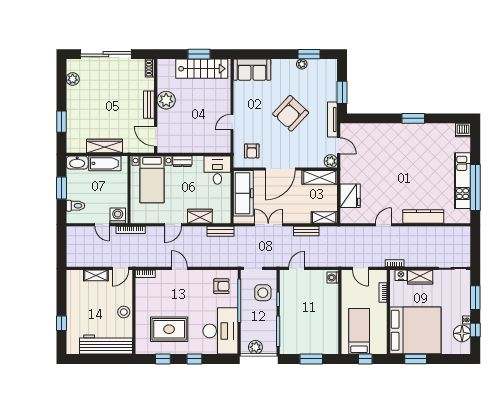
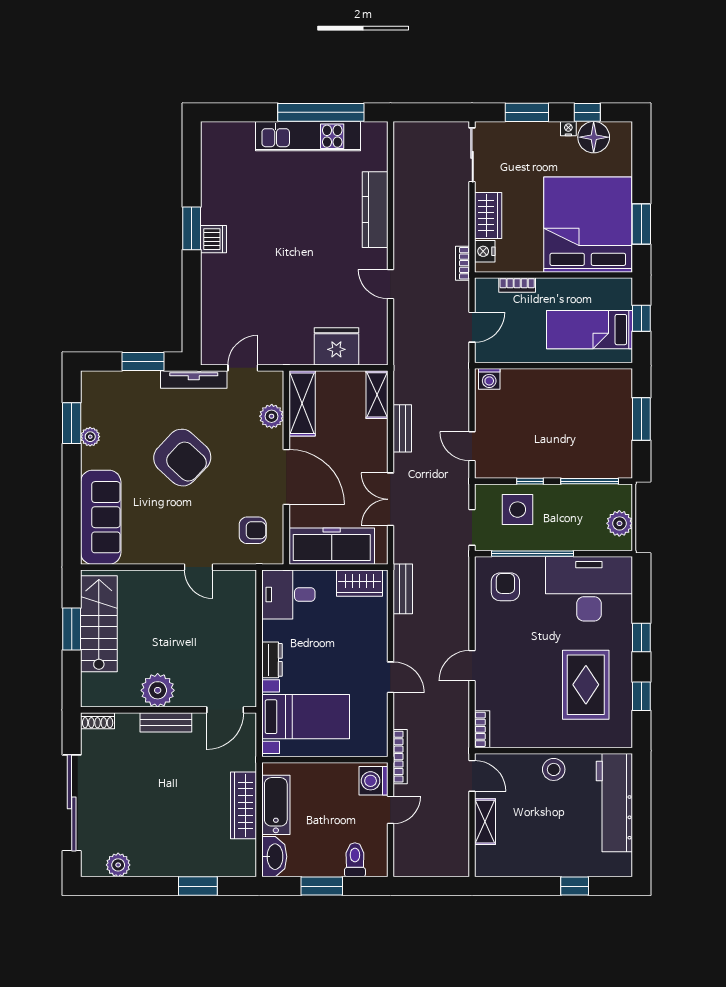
sofa: (252, 70) -> (101, 517), width x1.36
dishwasher: (463, 130) -> (214, 239), moved
plant: (331, 161) -> (272, 416), moved
wardrobe: (200, 216) -> (360, 583), moved, turned -90

